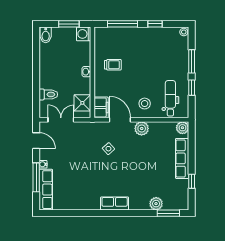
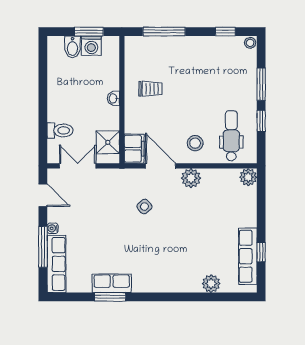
window: (155, 24) -> (225, 32), moved
washing machine: (84, 34) -> (91, 46), moved, turned -90
bidet: (46, 35) -> (72, 47), moved
row of seats: (182, 158) -> (248, 256), moved
row of seats: (115, 203) -> (112, 283), moved
window: (168, 213) -> (110, 297), moved

